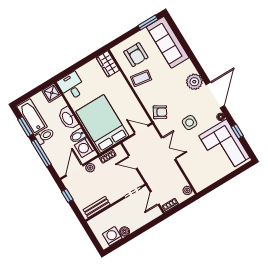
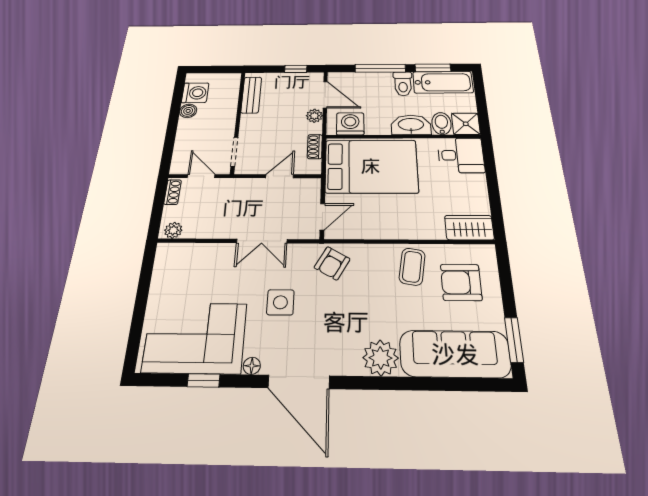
plant: (194, 82) -> (381, 358), moved
bidet: (77, 136) -> (441, 124), moved

